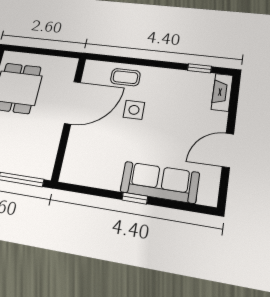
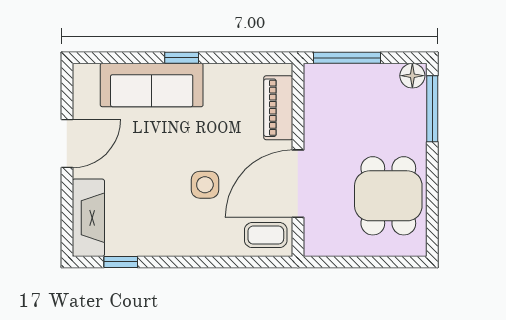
coffee table: (125, 77) -> (266, 235), moved
fireplace: (222, 92) -> (88, 218), width x1.37, depth x1.32
piano: (74, 153) -> (278, 108), added

